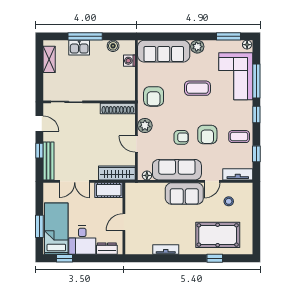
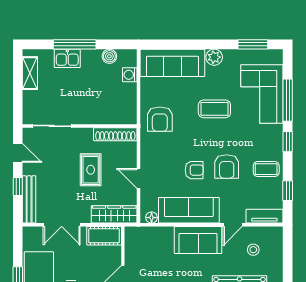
floor lamp: (247, 45) -> (276, 55), removed
plant: (145, 126) -> (149, 155), removed
rug: (98, 137) -> (91, 170), added

